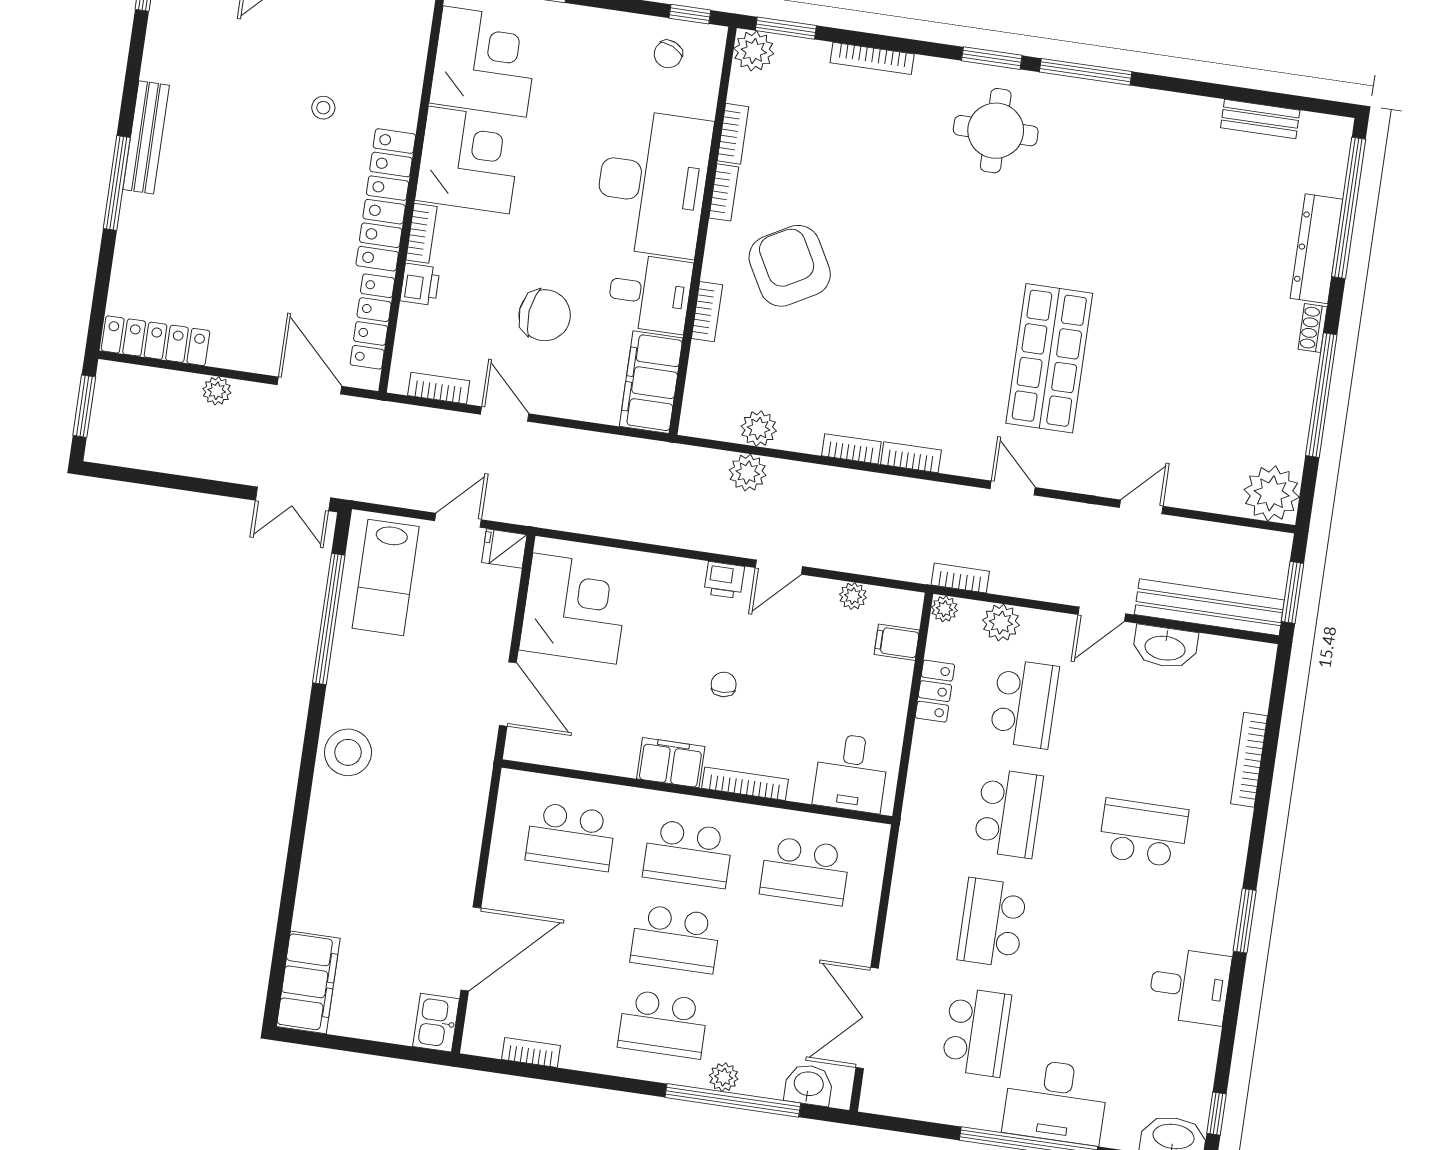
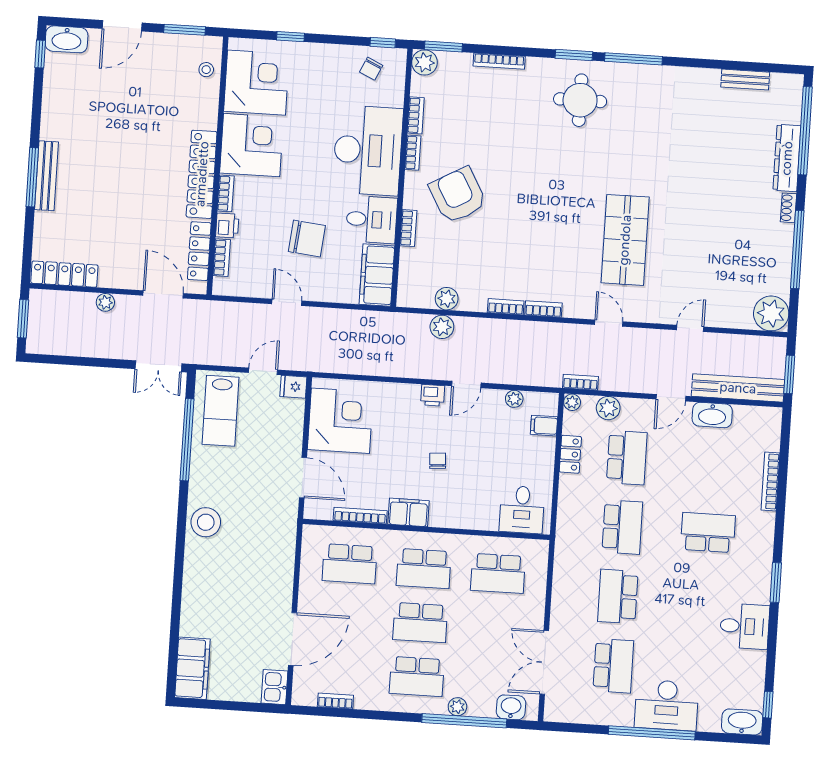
stool: (323, 108) -> (206, 70), moved
bench: (146, 137) -> (46, 176), moved
bookcase: (439, 388) -> (222, 258), moved, turned 90
bookcase: (745, 784) -> (360, 516), moved

